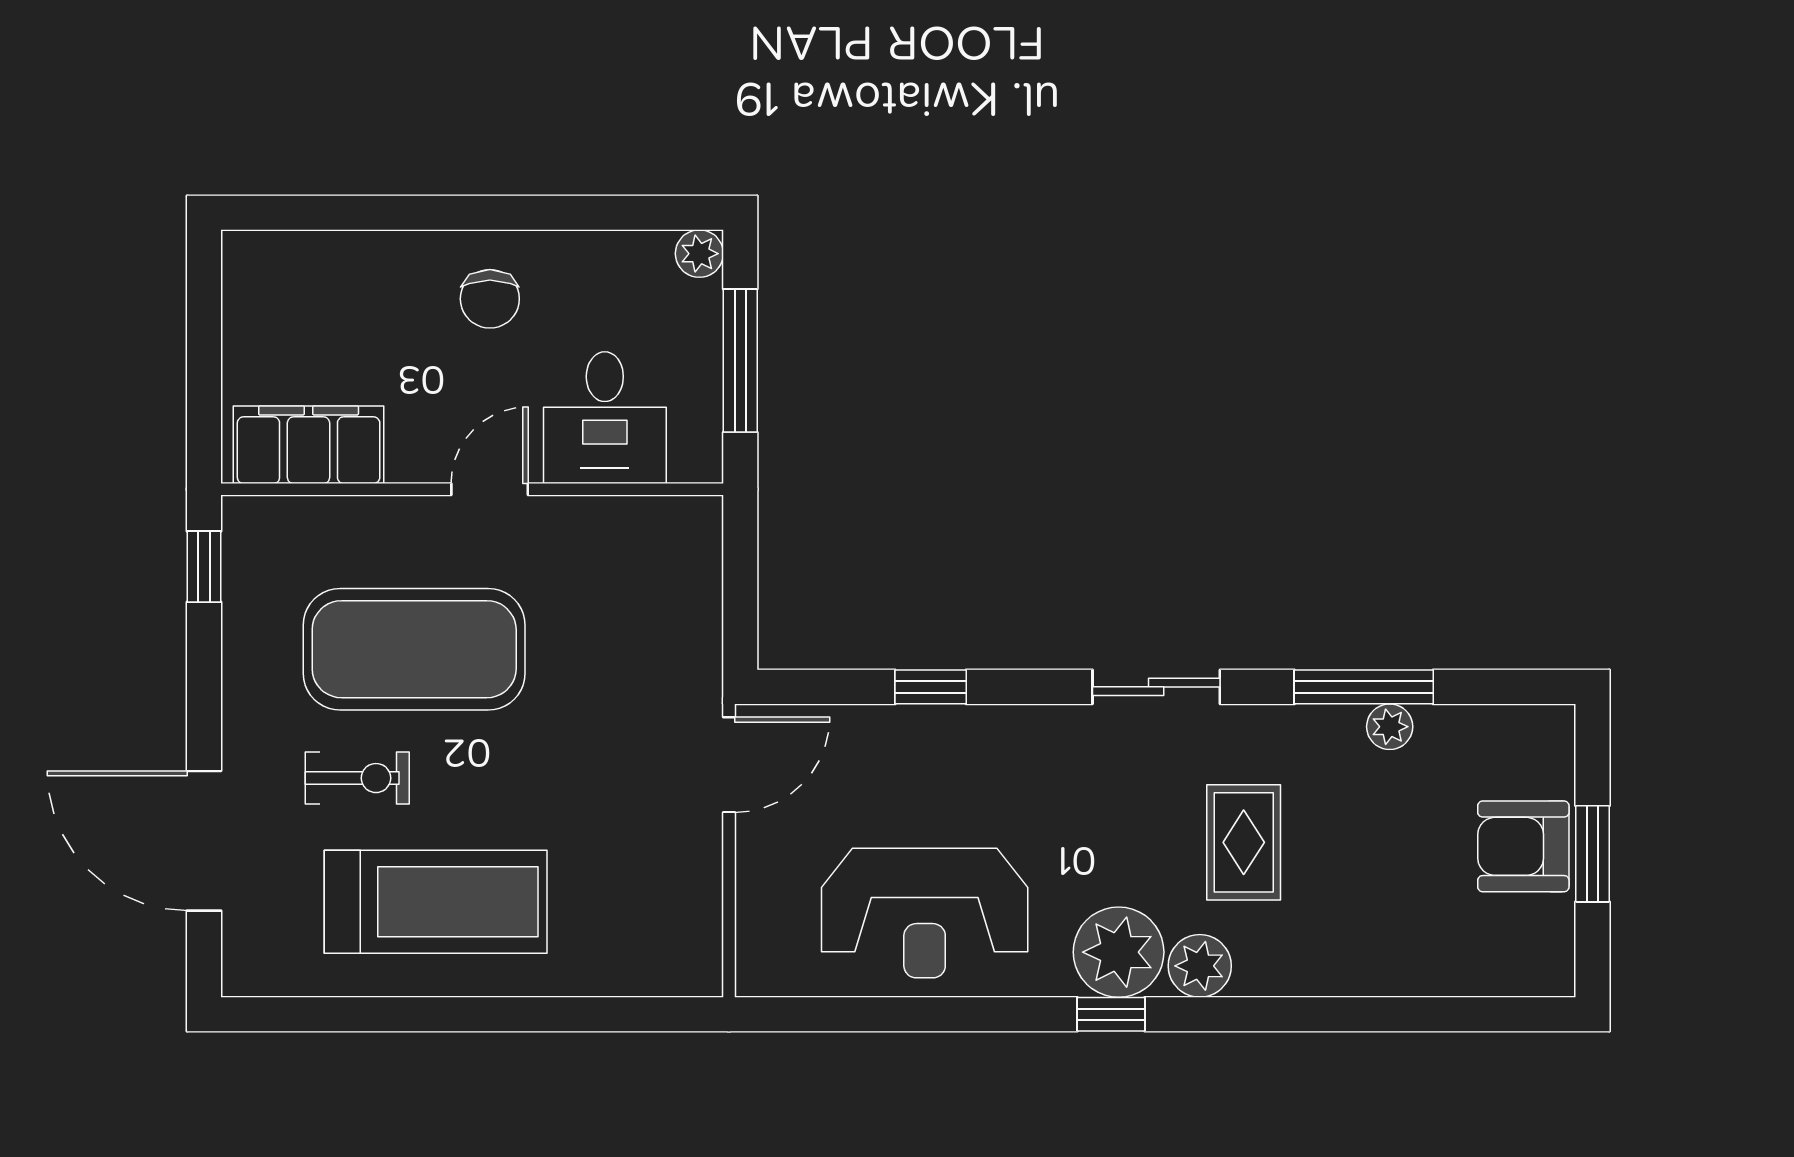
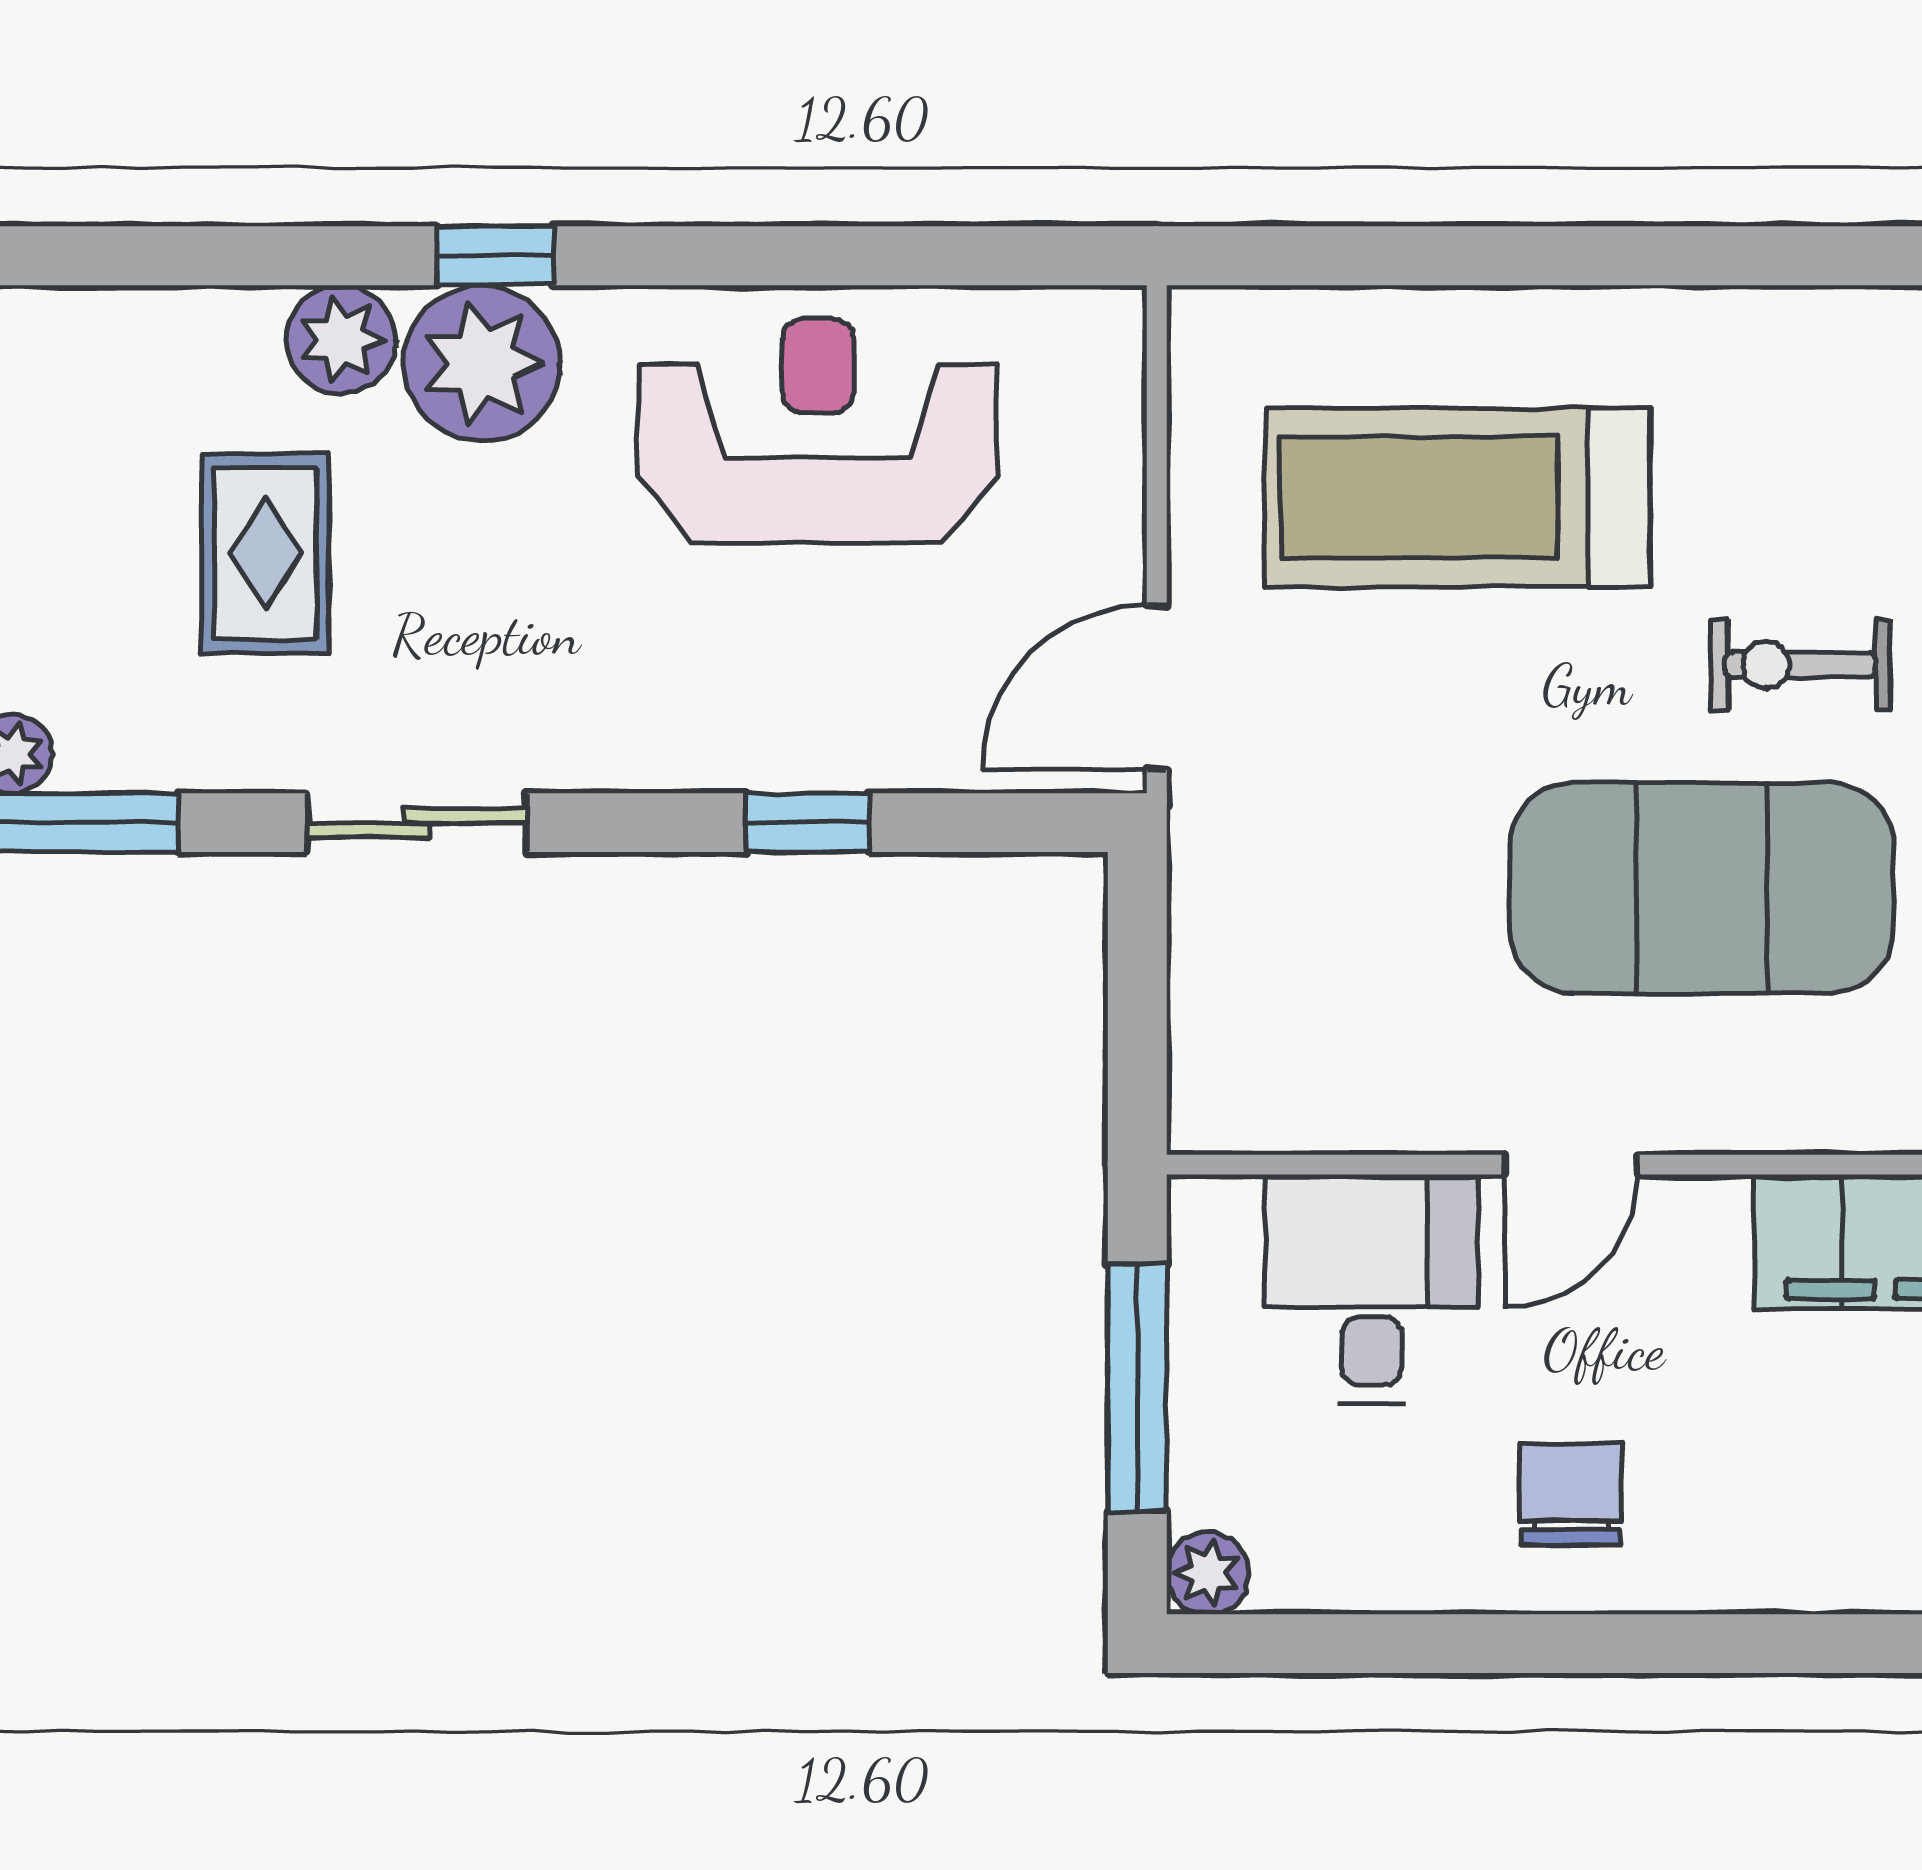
treadmill: (436, 902) -> (1458, 497), moved

